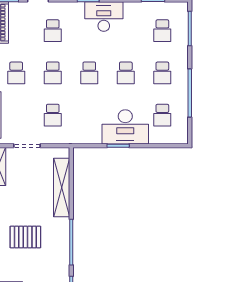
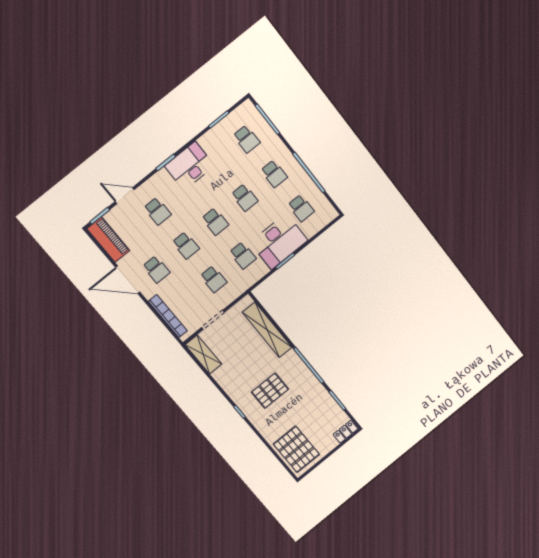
school desk: (89, 115) -> (243, 255), added

